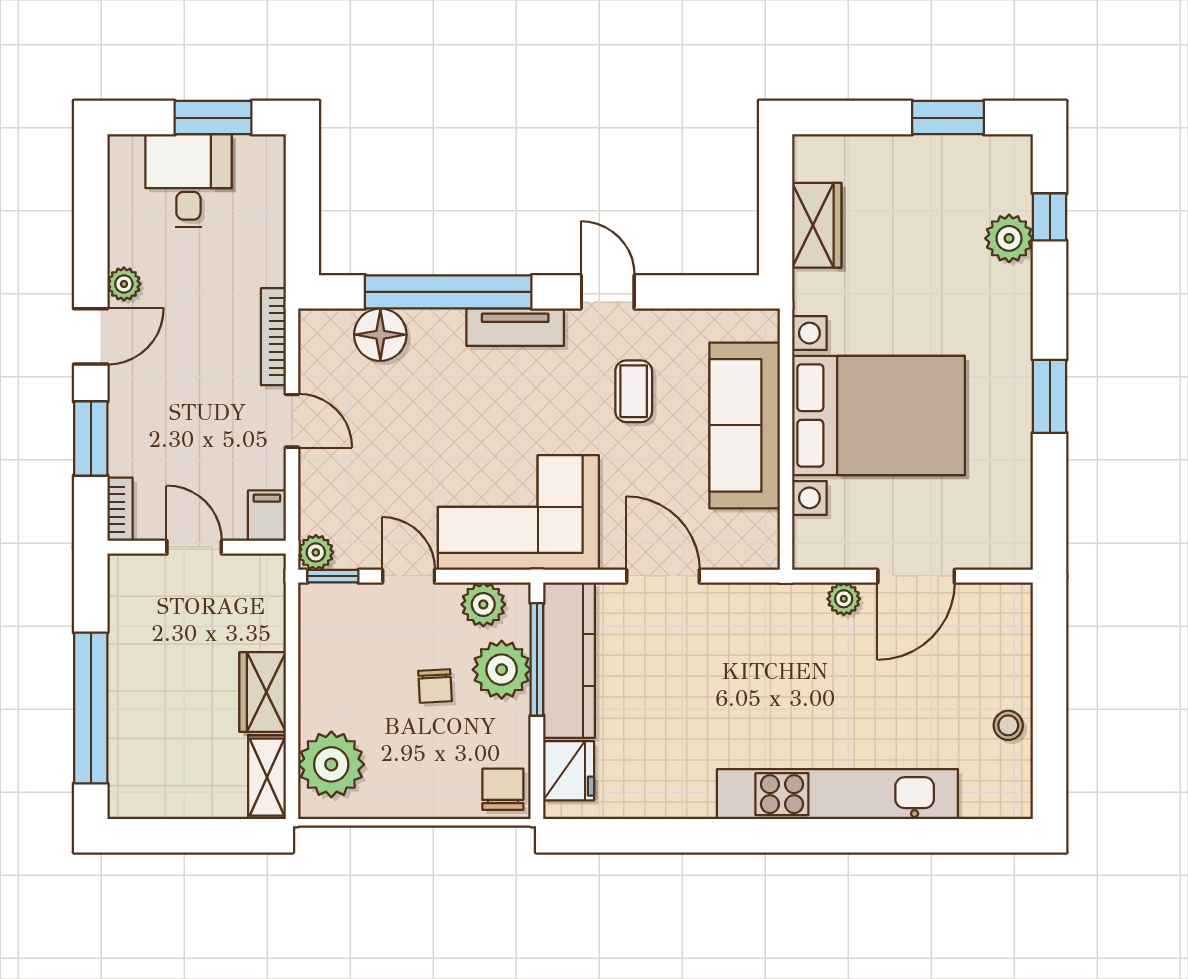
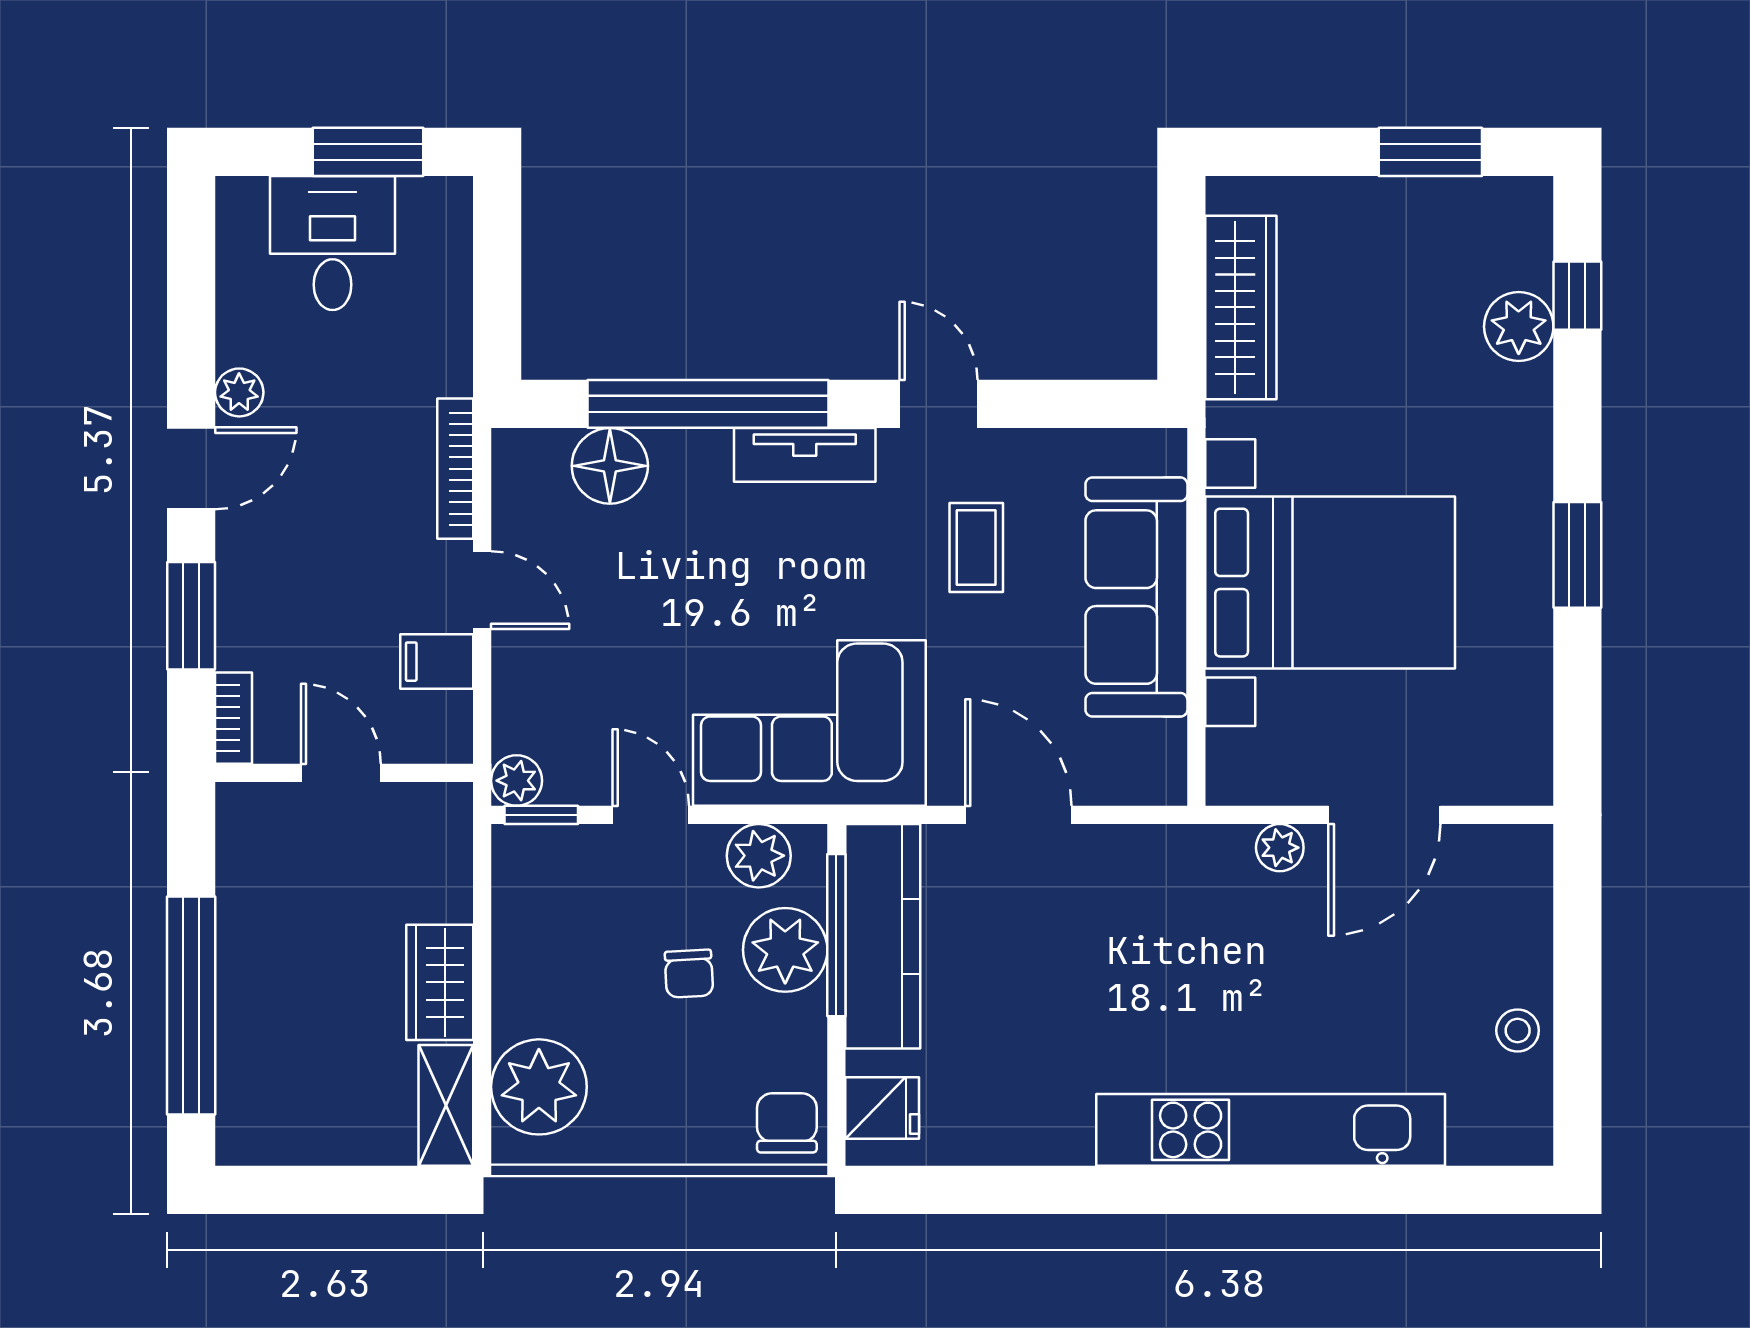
wardrobe: (817, 225) -> (1241, 307), width x1.50
filing cabinet: (267, 516) -> (437, 662), moved, turned -90
fridge: (569, 771) -> (882, 1108), width x0.72

